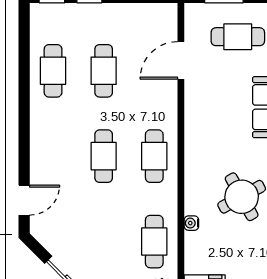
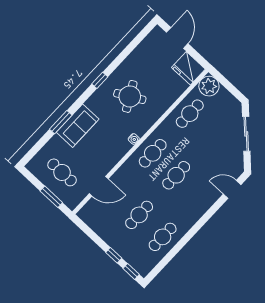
water cooler: (191, 223) -> (134, 139), moved

